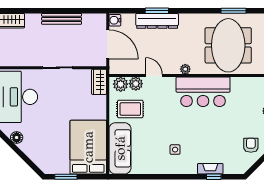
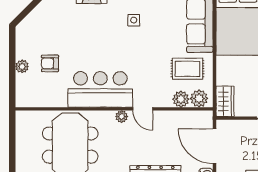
door: (154, 76) -> (143, 109), moved
armchair: (251, 145) -> (50, 63), moved, turned 90

